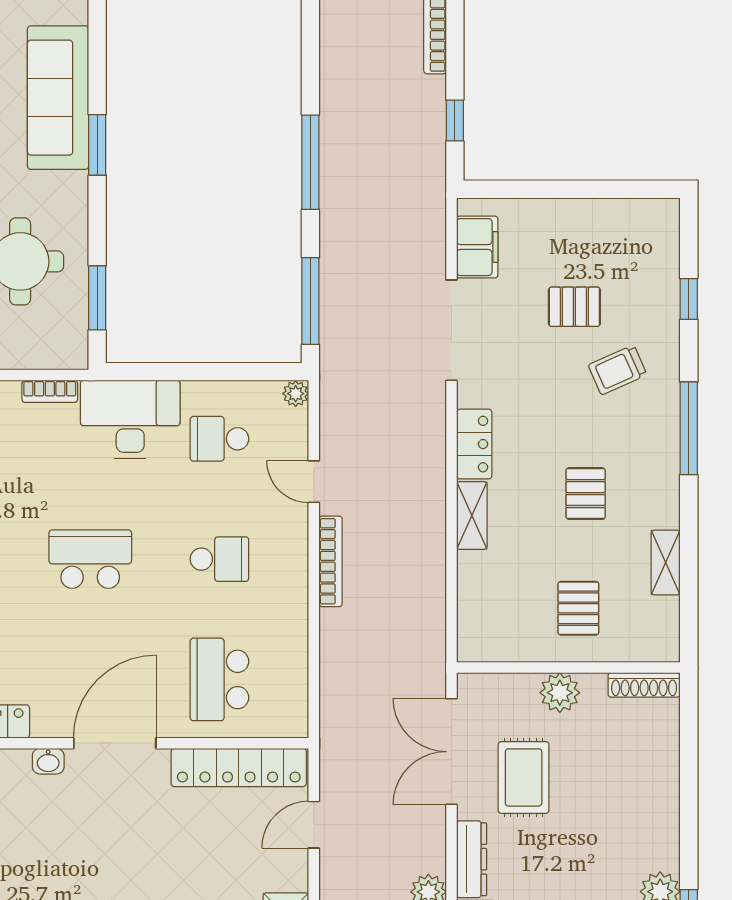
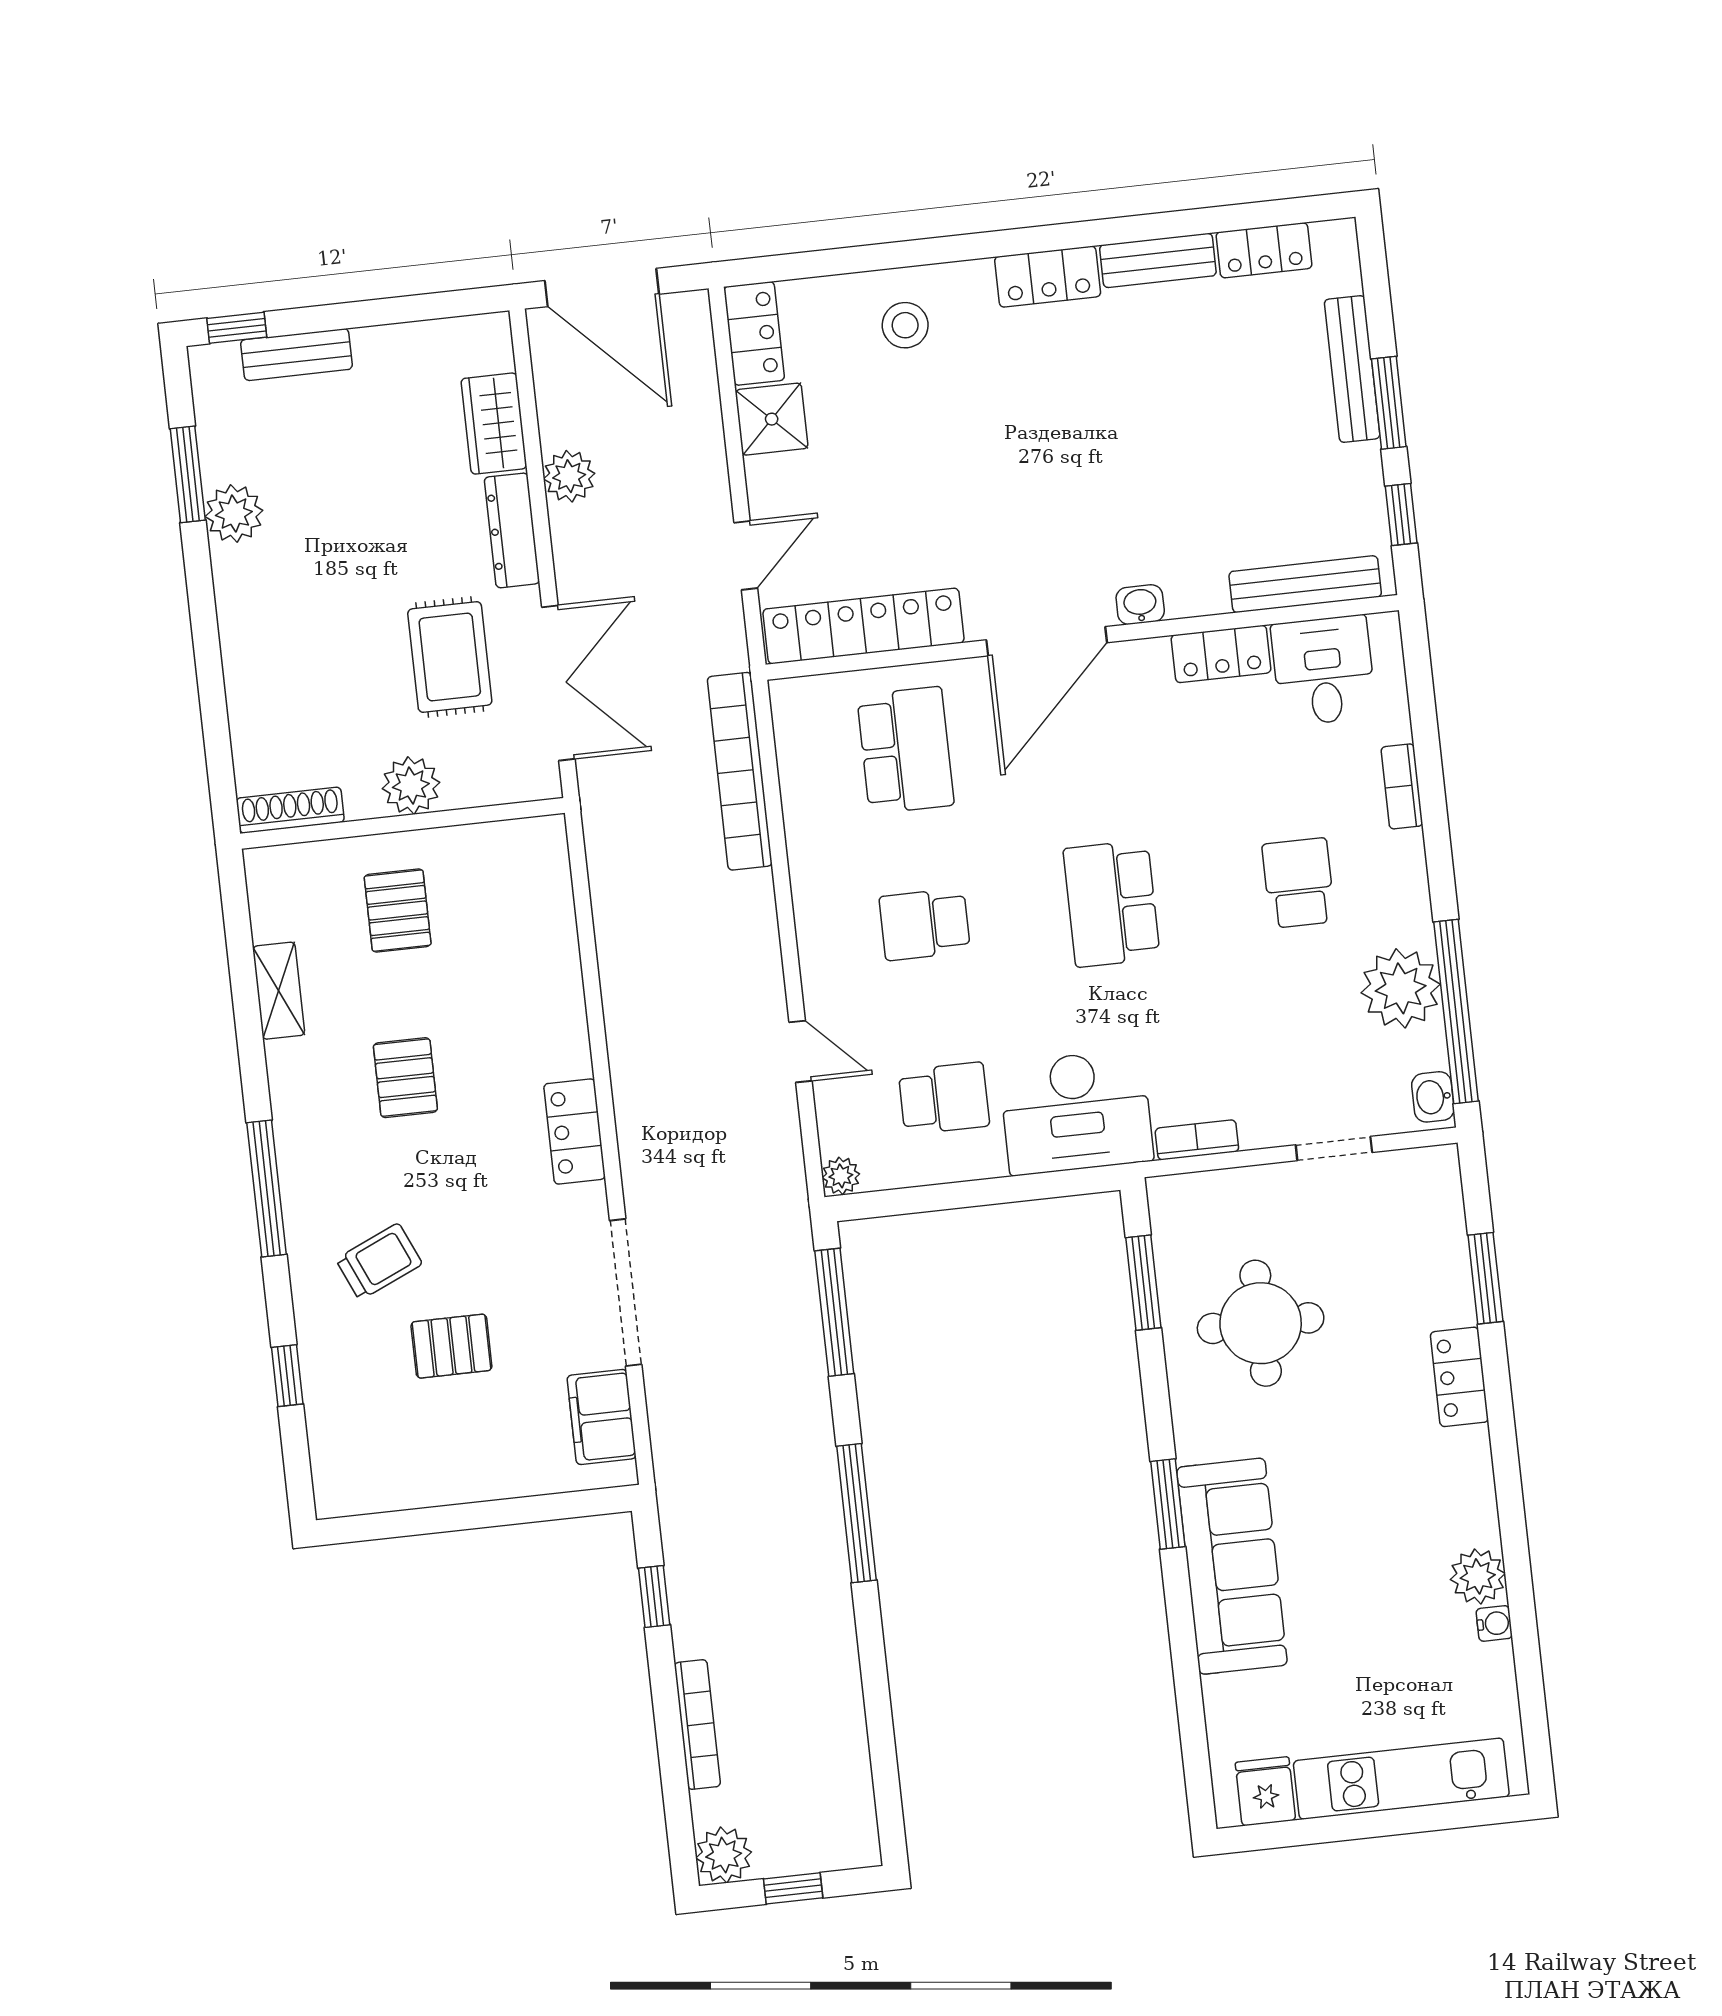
shelving: (472, 516) -> (567, 1028), removed
school desk: (90, 559) -> (1112, 904), turned 90
bookcase: (331, 561) -> (740, 771), moved, width x1.48, depth x1.31

